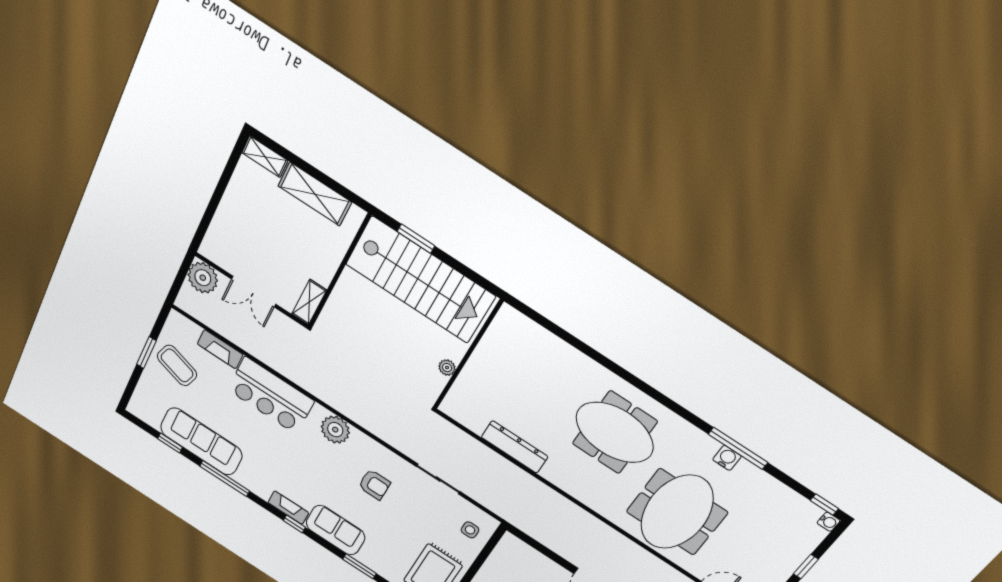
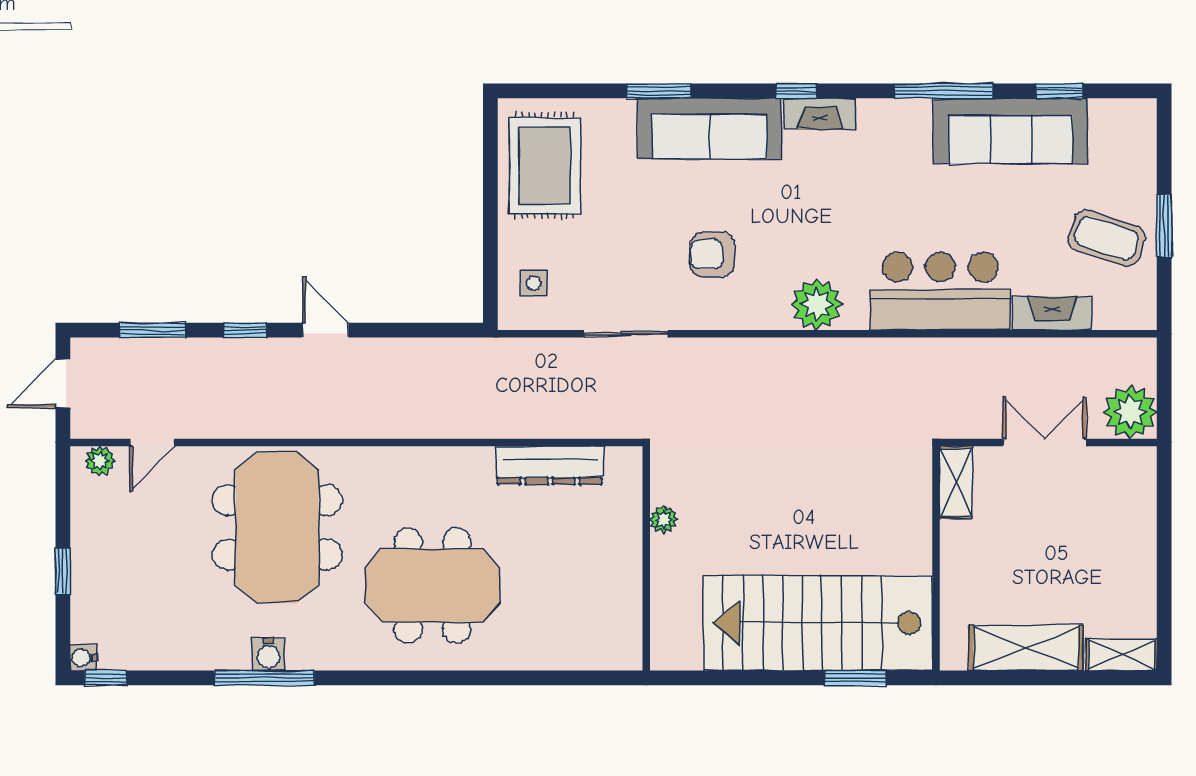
wall: (468, 355) -> (646, 558), moved
plant: (447, 368) -> (664, 520), moved
sofa: (335, 530) -> (709, 129), width x1.36

